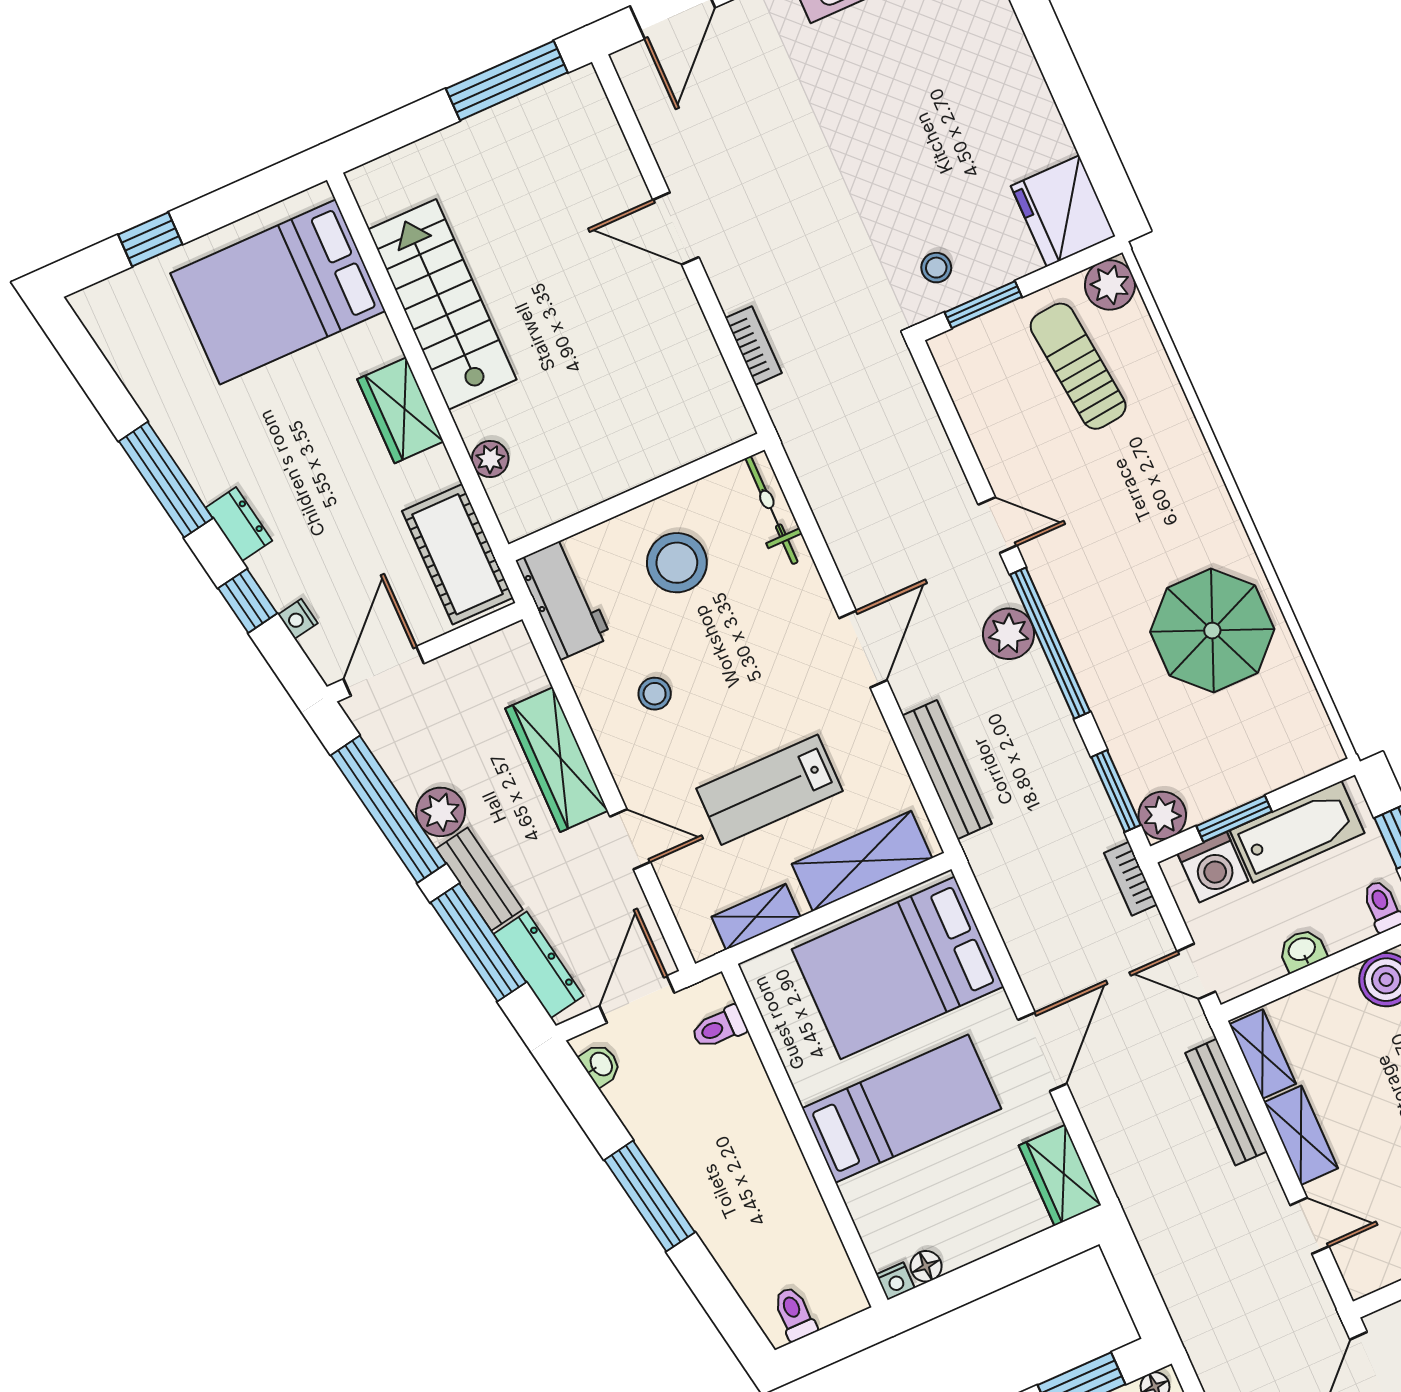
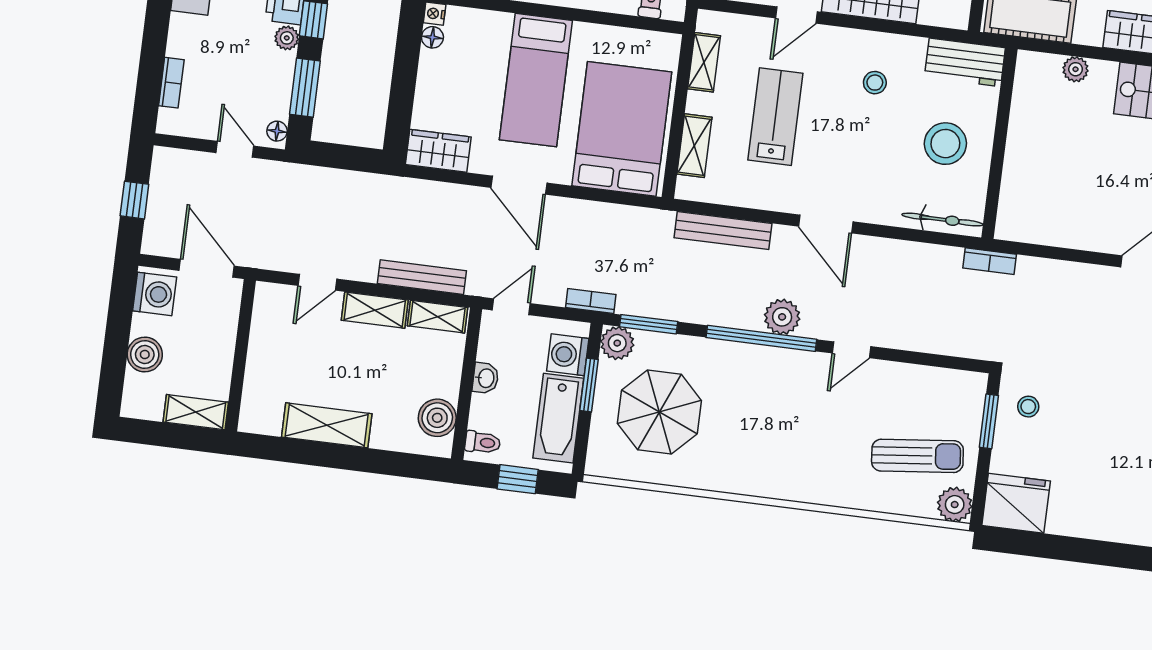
bookcase: (754, 346) -> (990, 261), moved
parasol: (1212, 631) -> (659, 412), moved
shelving: (862, 861) -> (694, 146), width x0.67, depth x0.75

